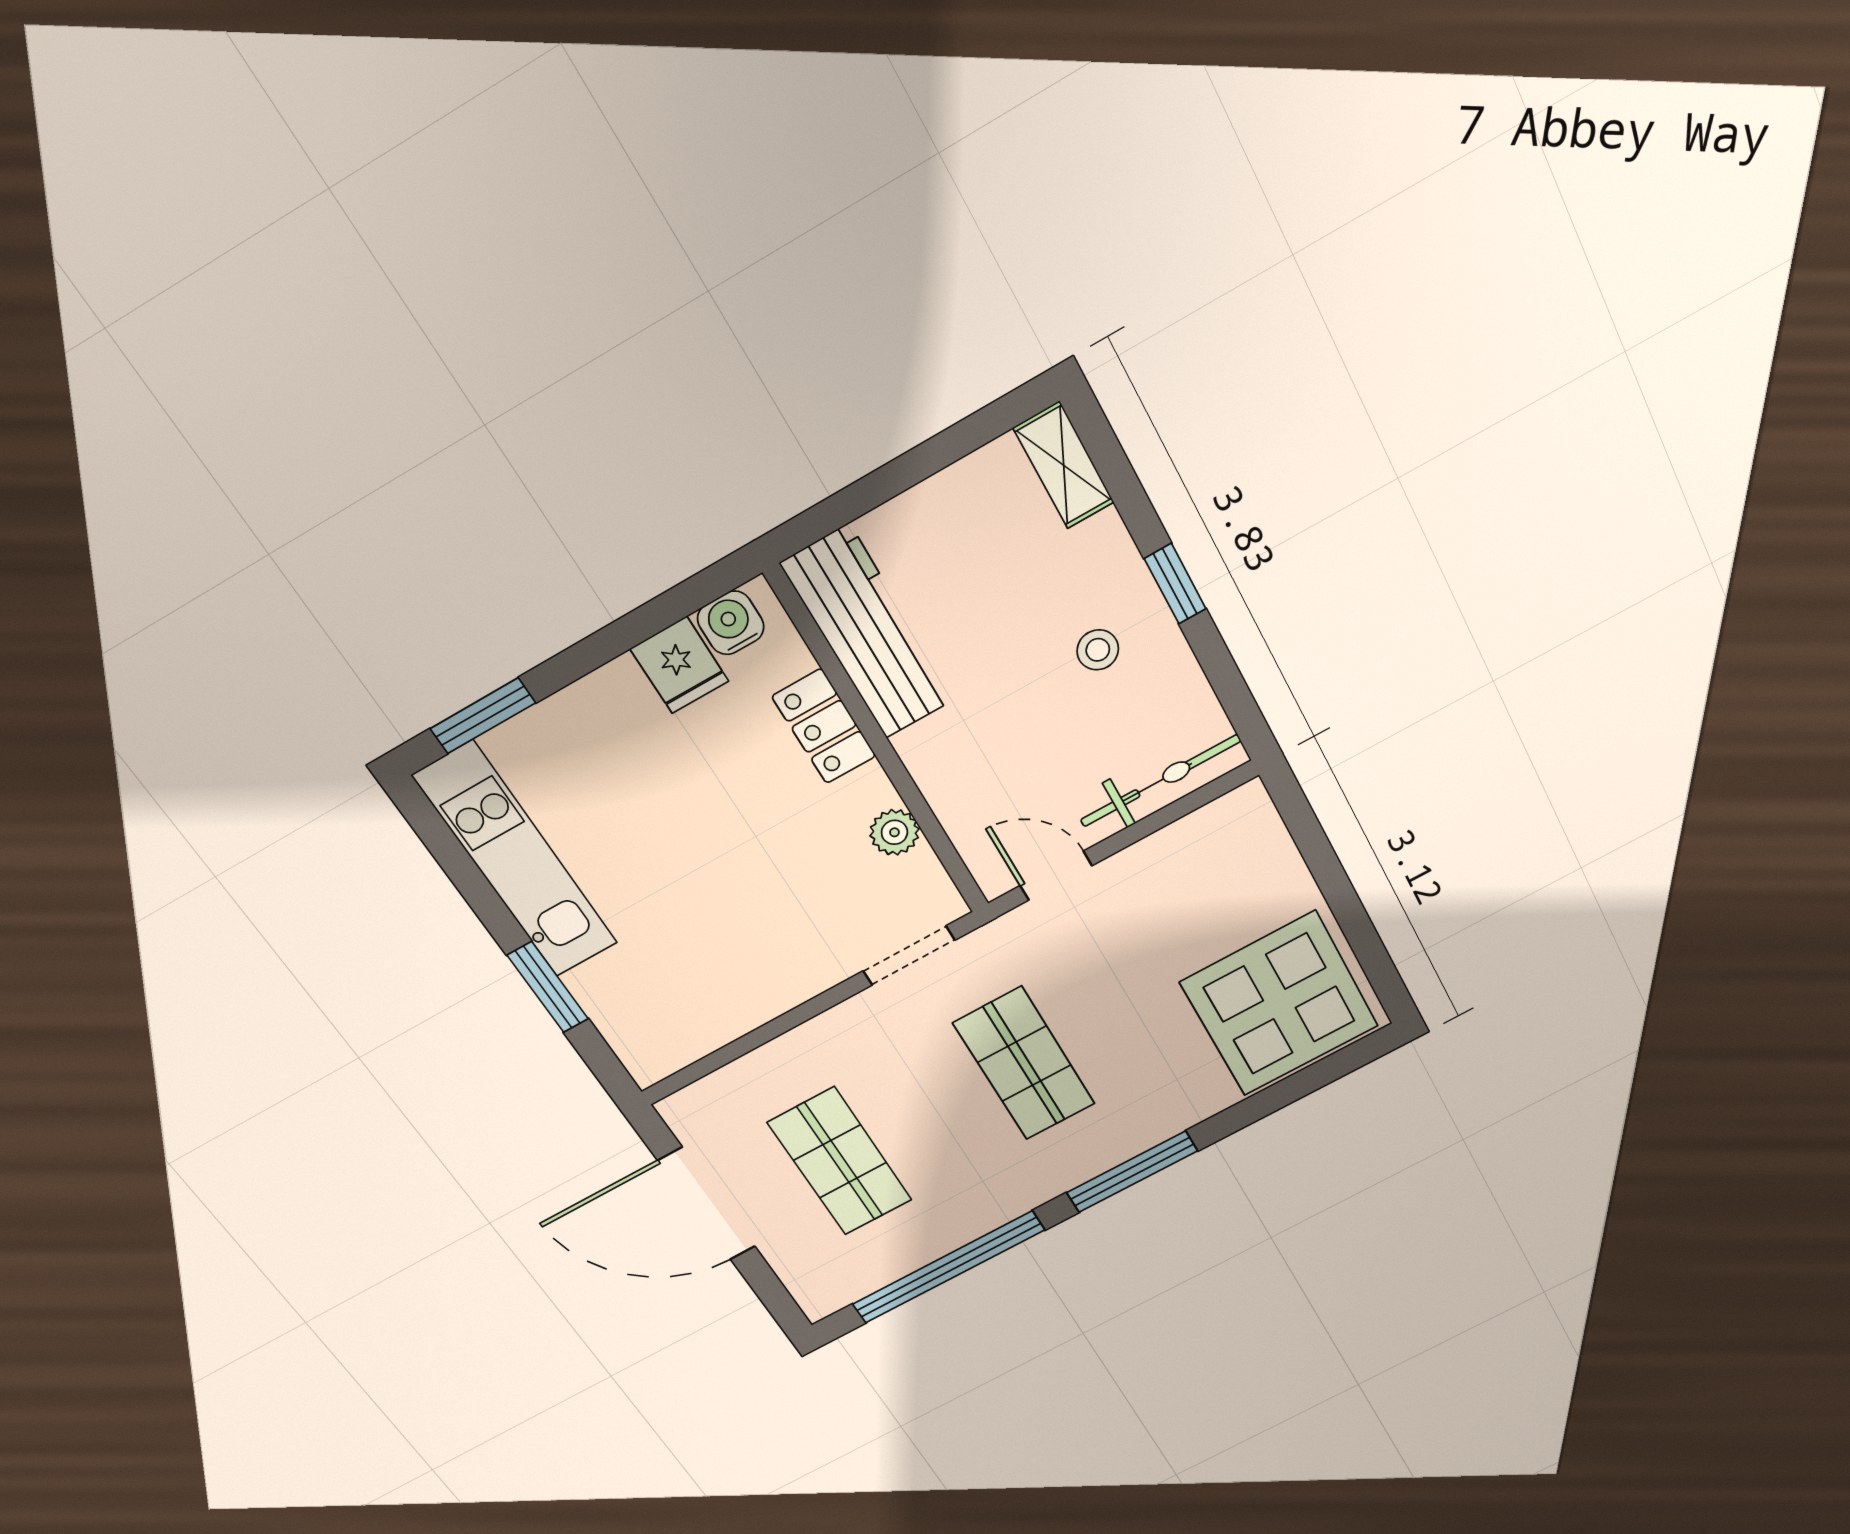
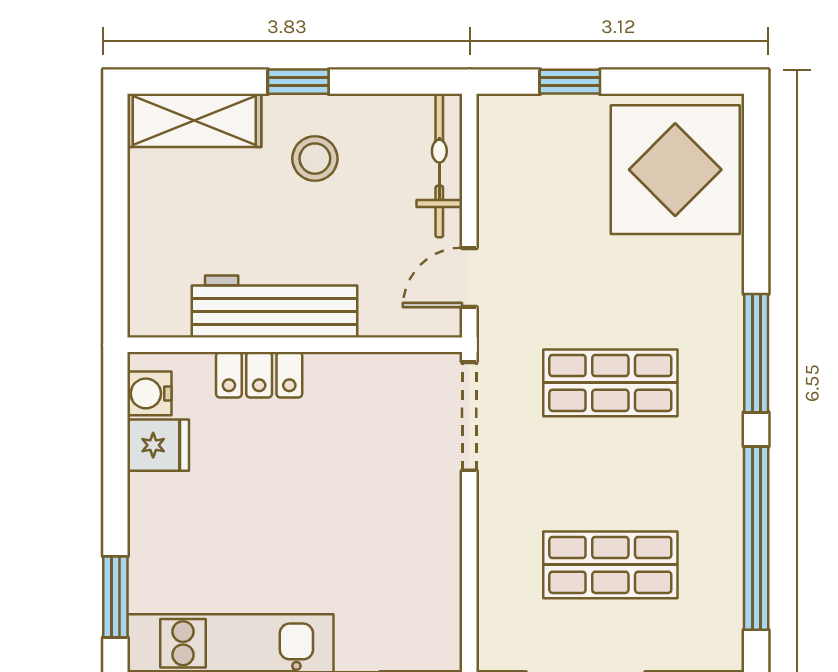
shelving: (1064, 465) -> (194, 120), width x1.50, depth x1.33
workbench: (868, 632) -> (275, 306), moved
stool: (1098, 650) -> (315, 159), width x1.37, depth x1.37
plant: (894, 832) -> (367, 372), removed
window: (1320, 858) -> (570, 82), added
doorway: (909, 955) -> (469, 416), width x1.38

